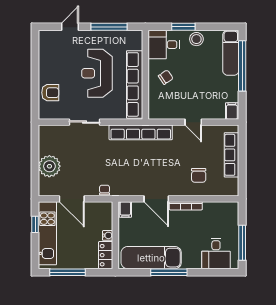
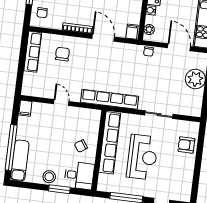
row of seats: (232, 155) -> (33, 52), moved
plant: (107, 214) -> (149, 30), added
chair: (227, 218) -> (42, 13), added

